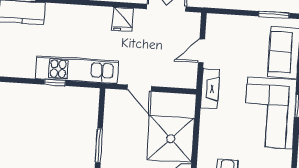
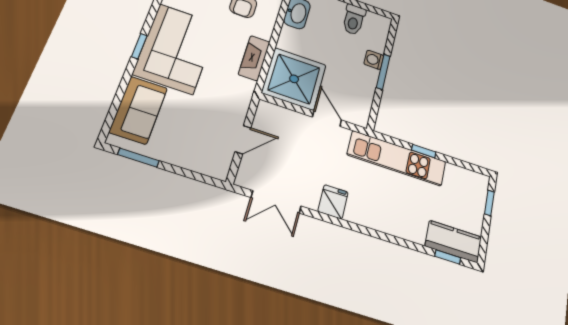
fireplace: (210, 89) -> (254, 58), moved
shower: (171, 139) -> (294, 79), moved
washing machine: (109, 154) -> (374, 60), added

